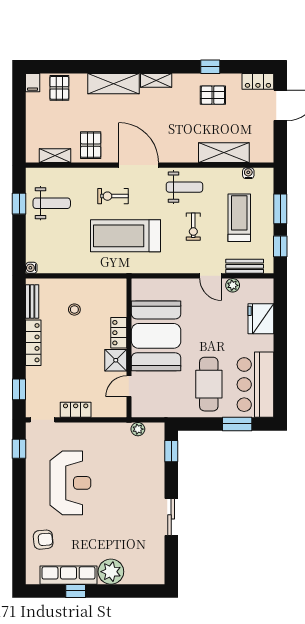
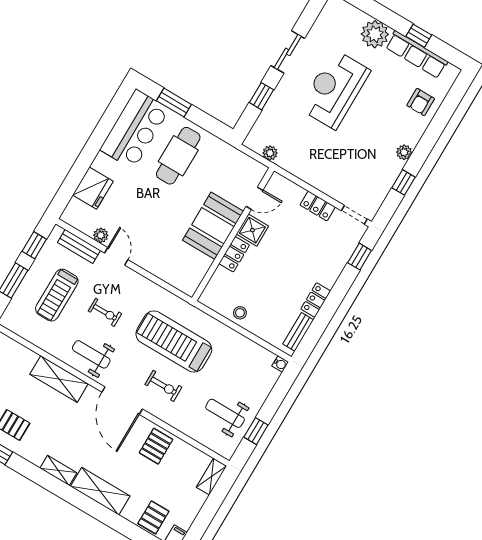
shelving: (224, 153) -> (59, 379), moved
shelving: (55, 156) -> (212, 477), moved, turned 90
water cooler: (248, 173) -> (24, 332), removed
exercise bike: (193, 227) -> (105, 312), turned 90
treadmill: (125, 236) -> (174, 342), turned 180
stool: (74, 310) -> (240, 313), moved
booth: (156, 336) -> (213, 226), width x0.73, depth x0.70
locker: (33, 343) -> (316, 300), width x0.66
window: (19, 449) -> (404, 182), moved
window: (171, 451) -> (261, 96), moved
reception desk: (70, 483) -> (335, 89), moved
plant: (33, 492) -> (404, 152), added
armchair: (43, 540) -> (421, 102), turned -85

